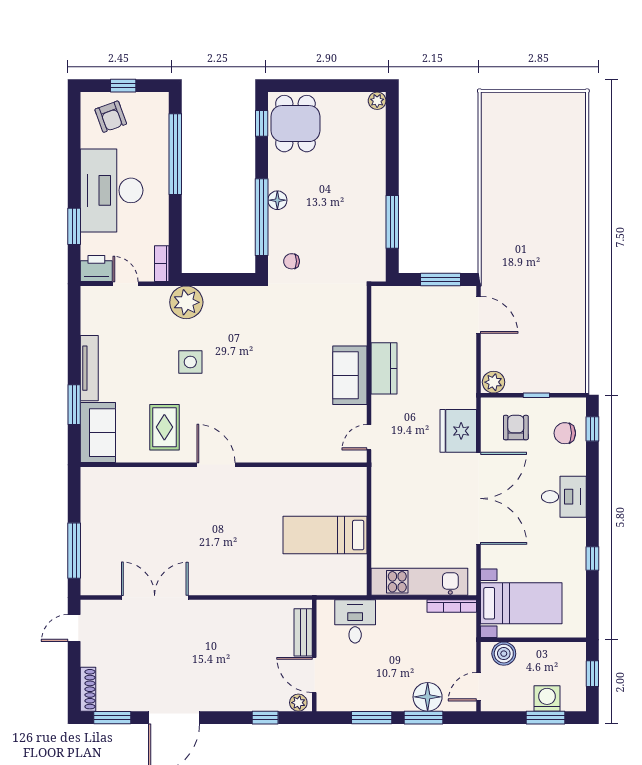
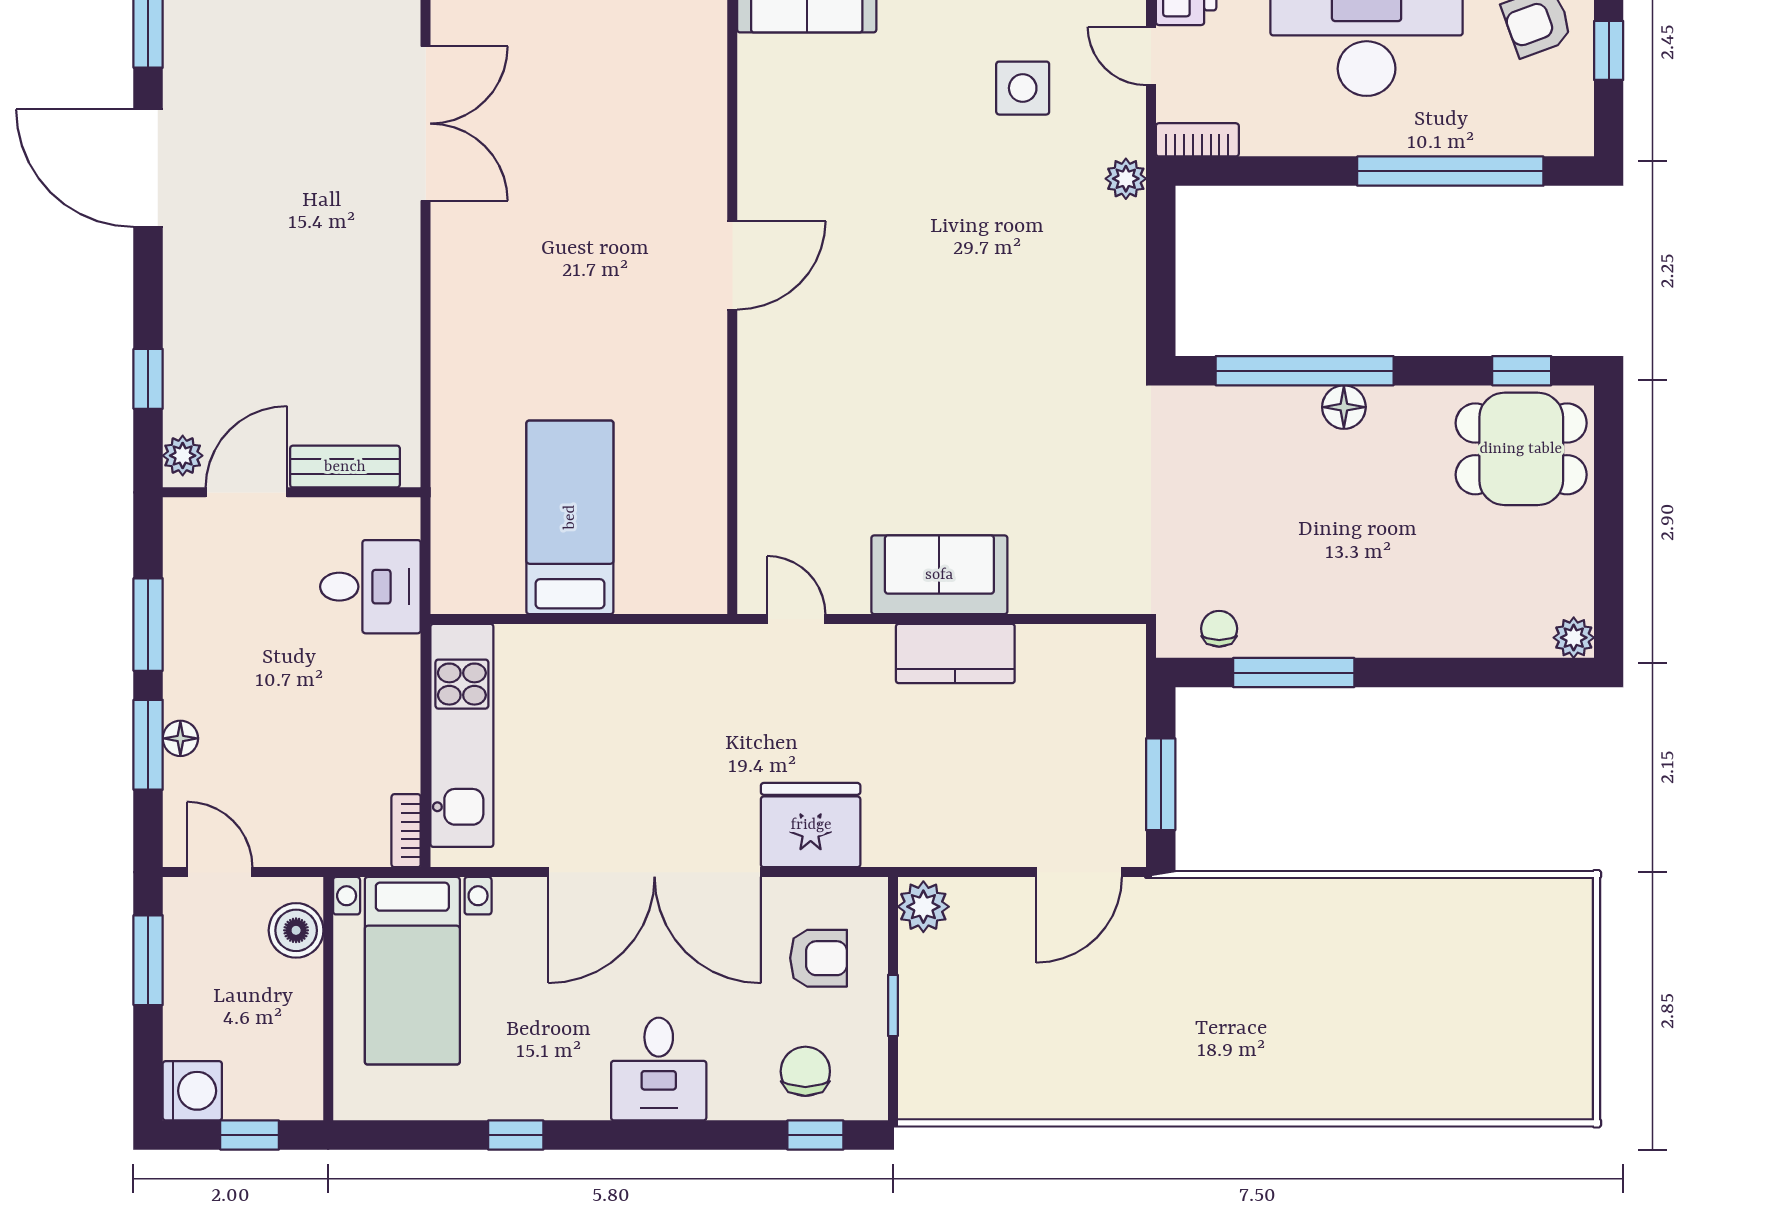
chair: (292, 261) -> (1219, 629), moved
door: (125, 284) -> (1151, 56), swing flipped
plant: (186, 302) -> (1126, 179), width x0.53, depth x0.53
side table: (190, 362) -> (1023, 88), moved
rug: (164, 427) -> (819, 146), removed
bookcase: (452, 606) -> (406, 831), width x0.64
floor lamp: (428, 697) -> (180, 738), width x0.53, depth x0.53
washing machine: (547, 698) -> (192, 1091), moved
window: (545, 718) -> (148, 960), moved

